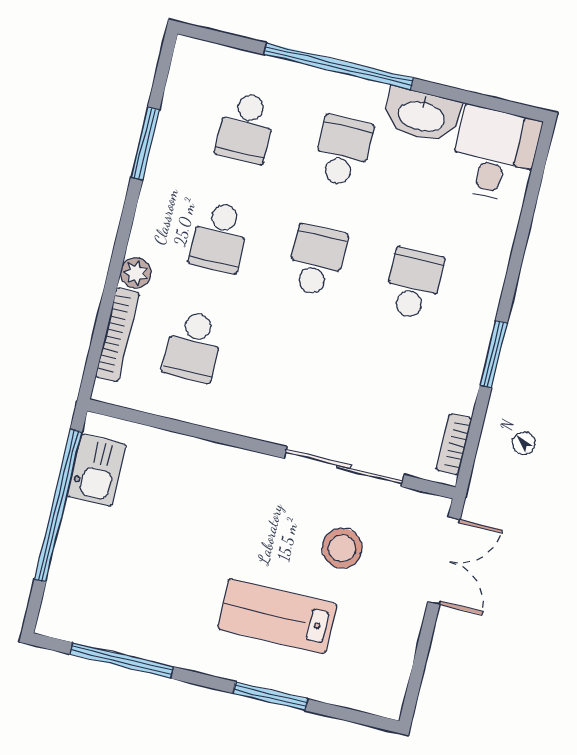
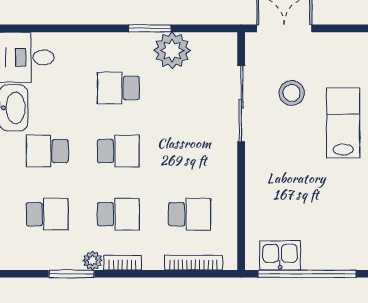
school desk: (317, 260) -> (118, 151), turned 180
plant: (136, 273) -> (92, 261), moved
plant: (451, 380) -> (172, 50), added
bookcase: (454, 444) -> (123, 263), moved, turned 180
lab bench: (277, 616) -> (343, 123), turned 180

